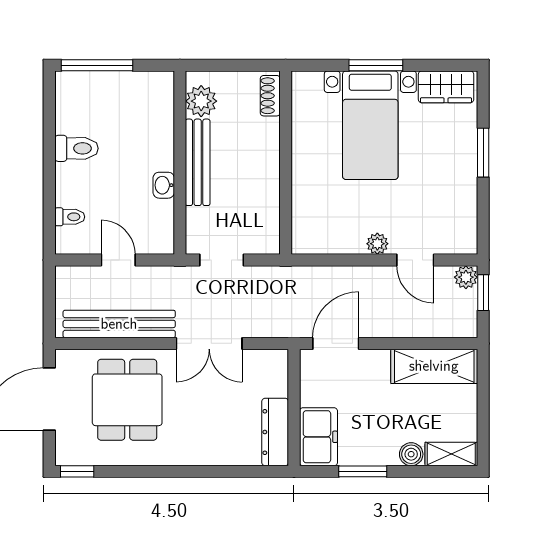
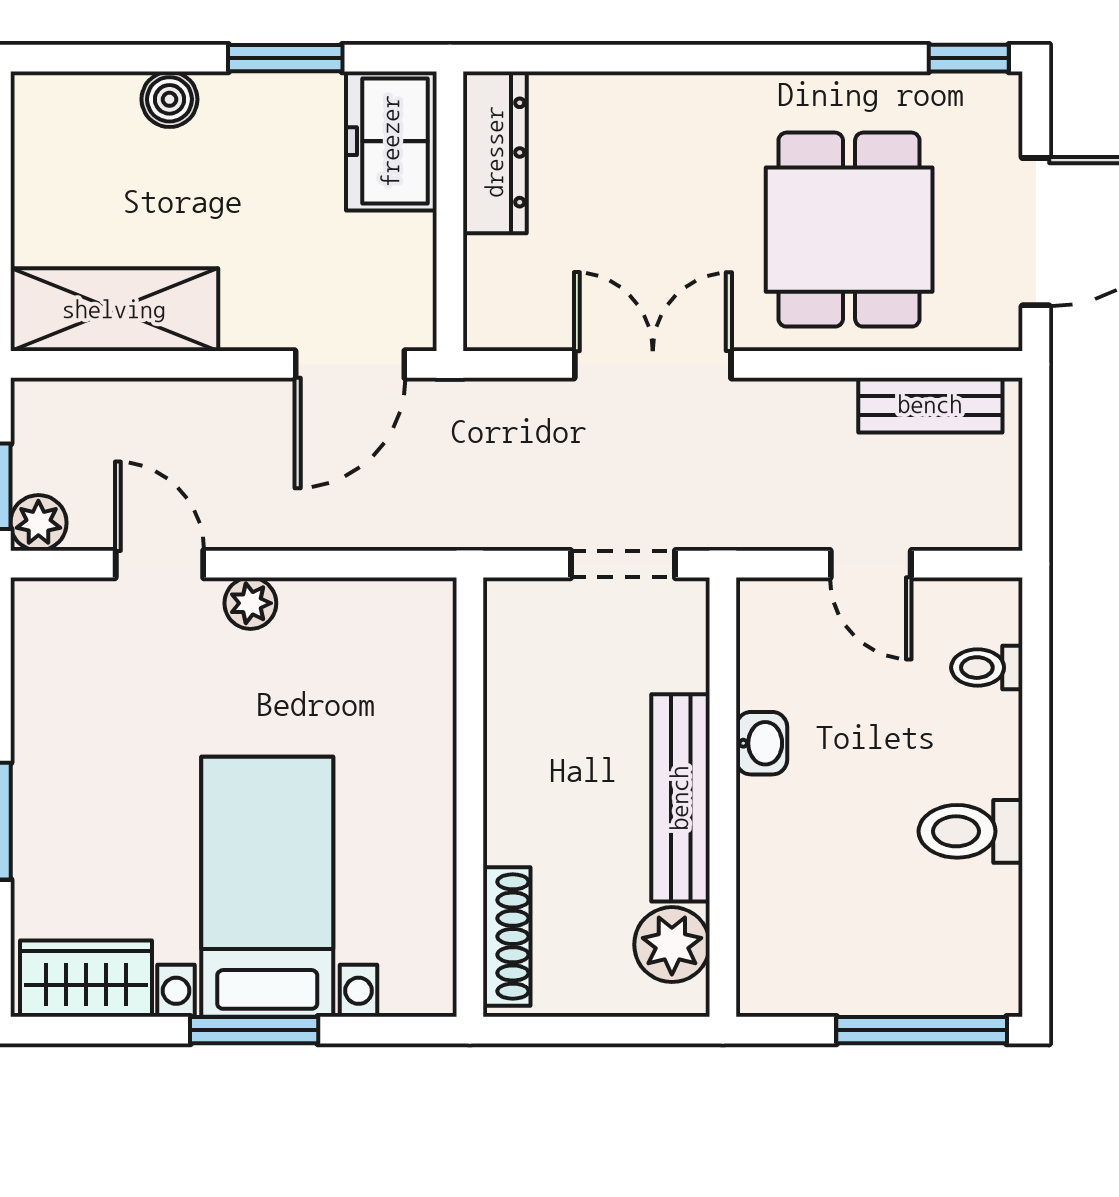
shoe rack: (270, 96) -> (507, 936), width x1.43
bench: (119, 324) -> (930, 405), width x0.54, depth x0.82
shelving: (451, 454) -> (73, 100), removed

